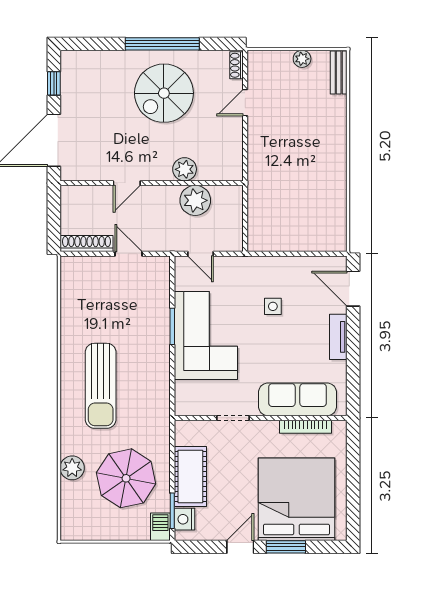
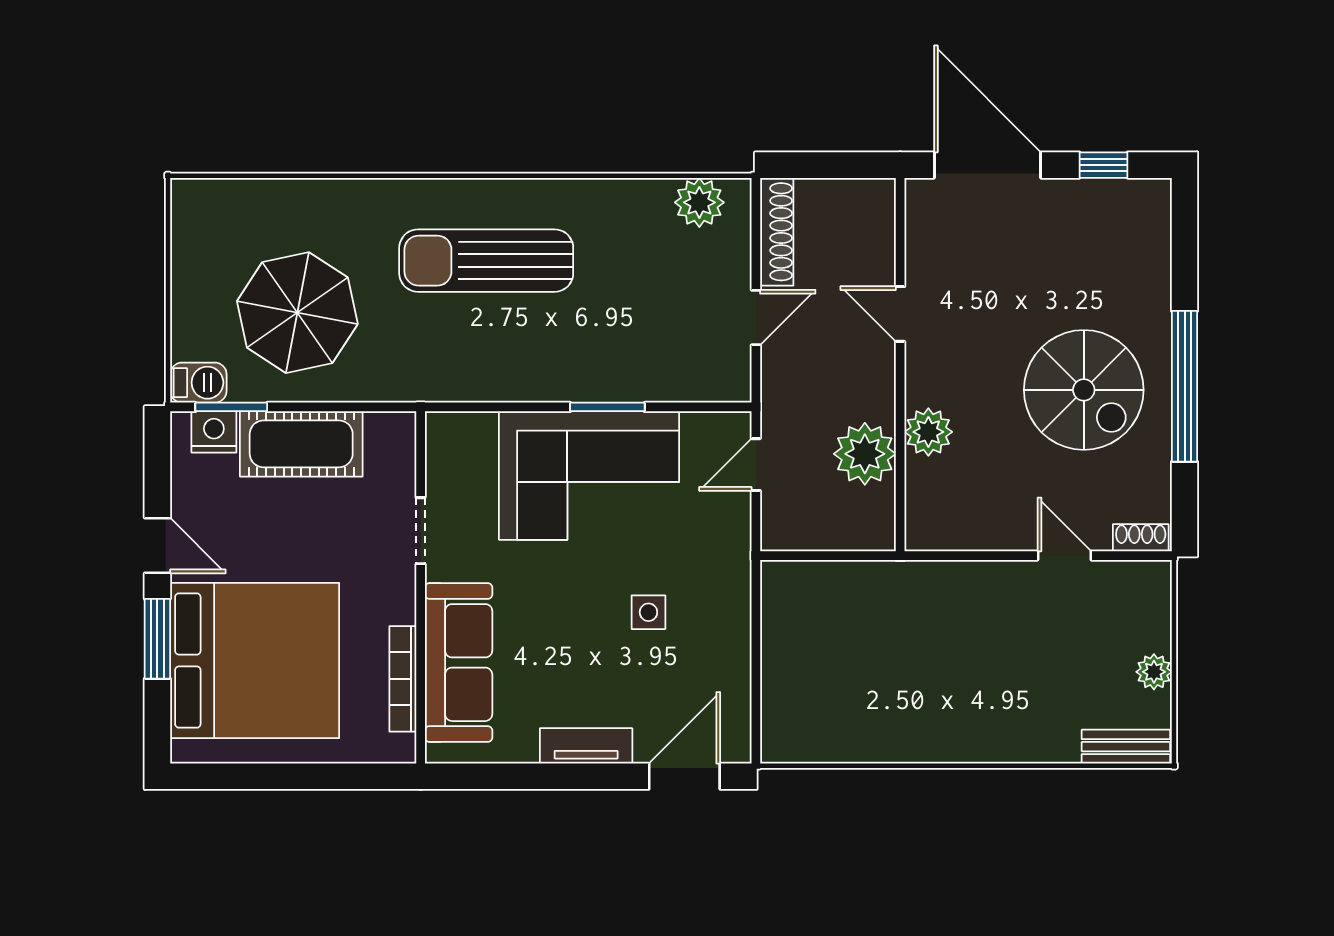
spiral stairs: (164, 93) -> (1084, 390), turned 180
plant: (72, 468) -> (699, 202), moved

